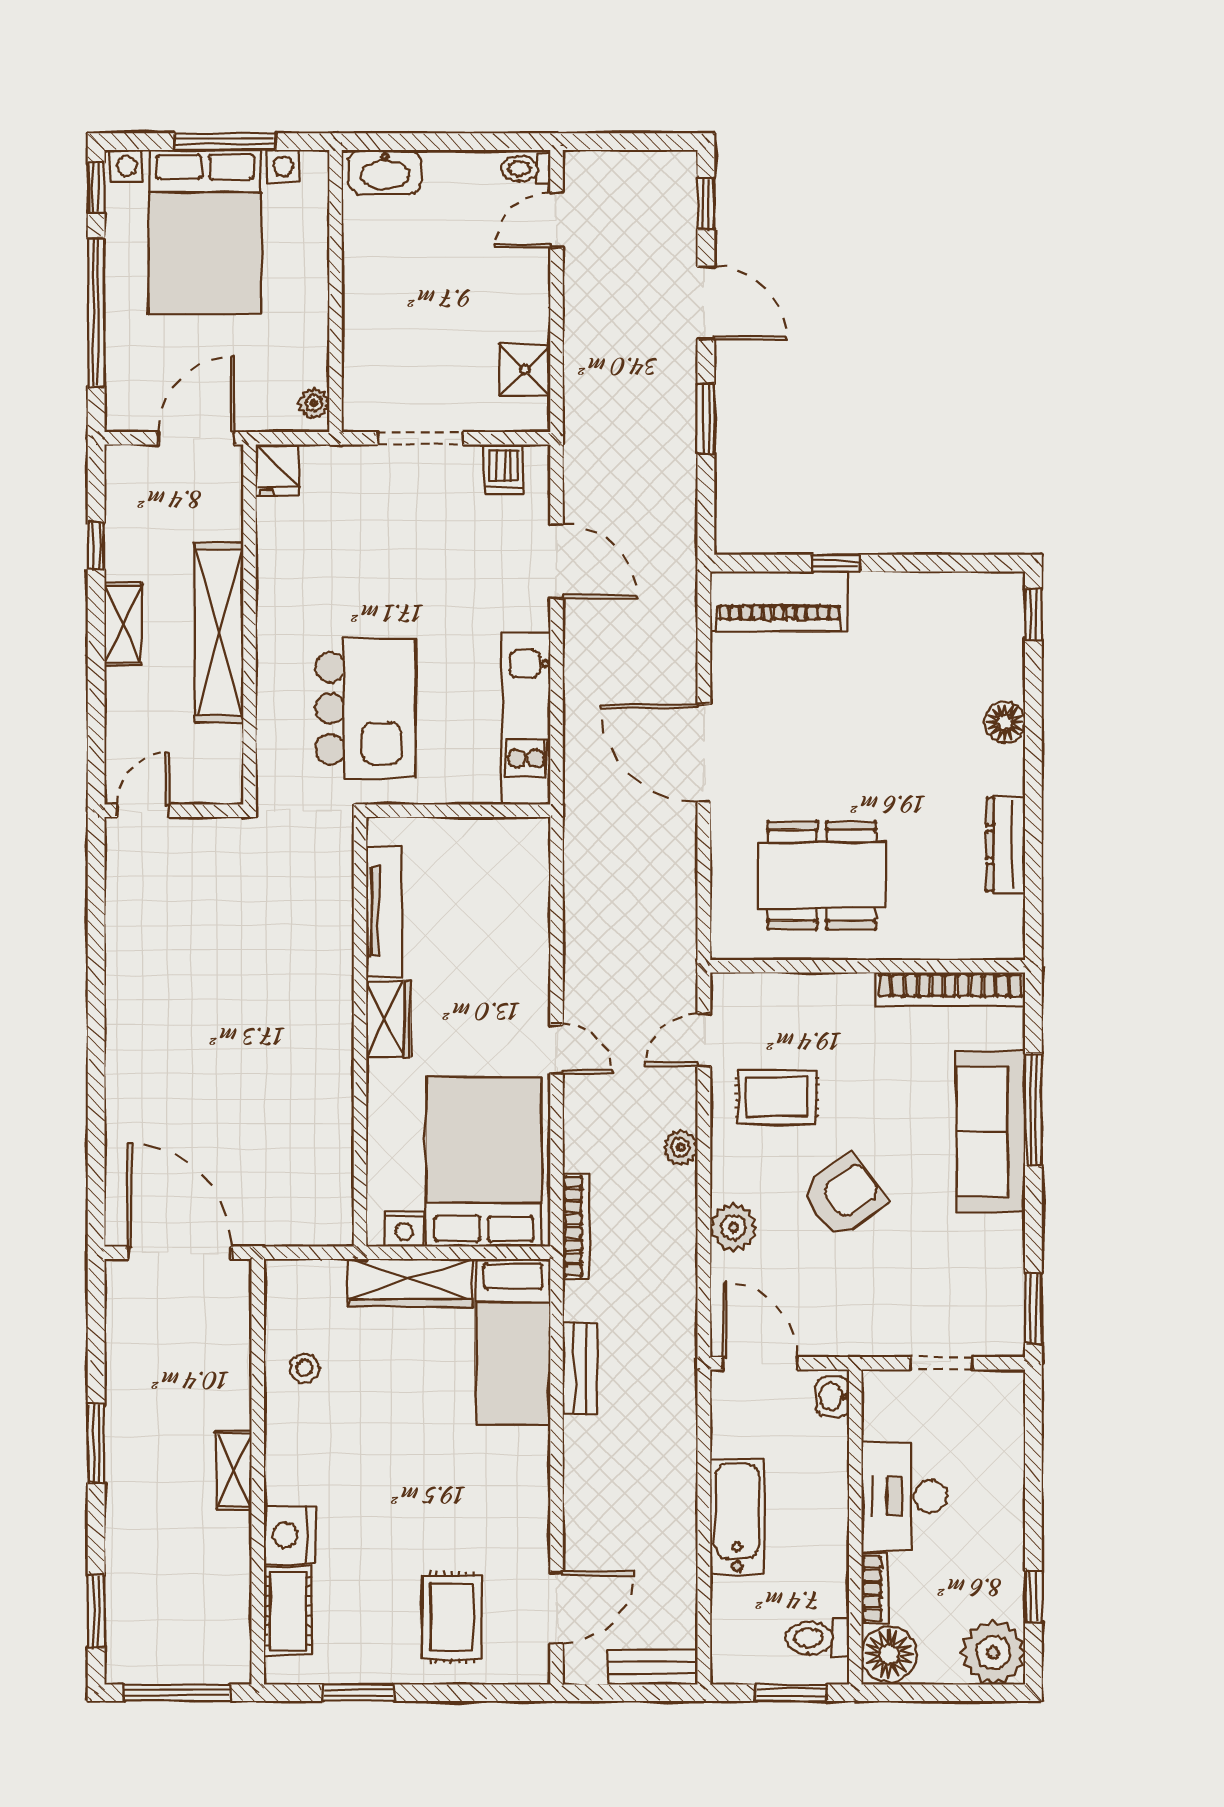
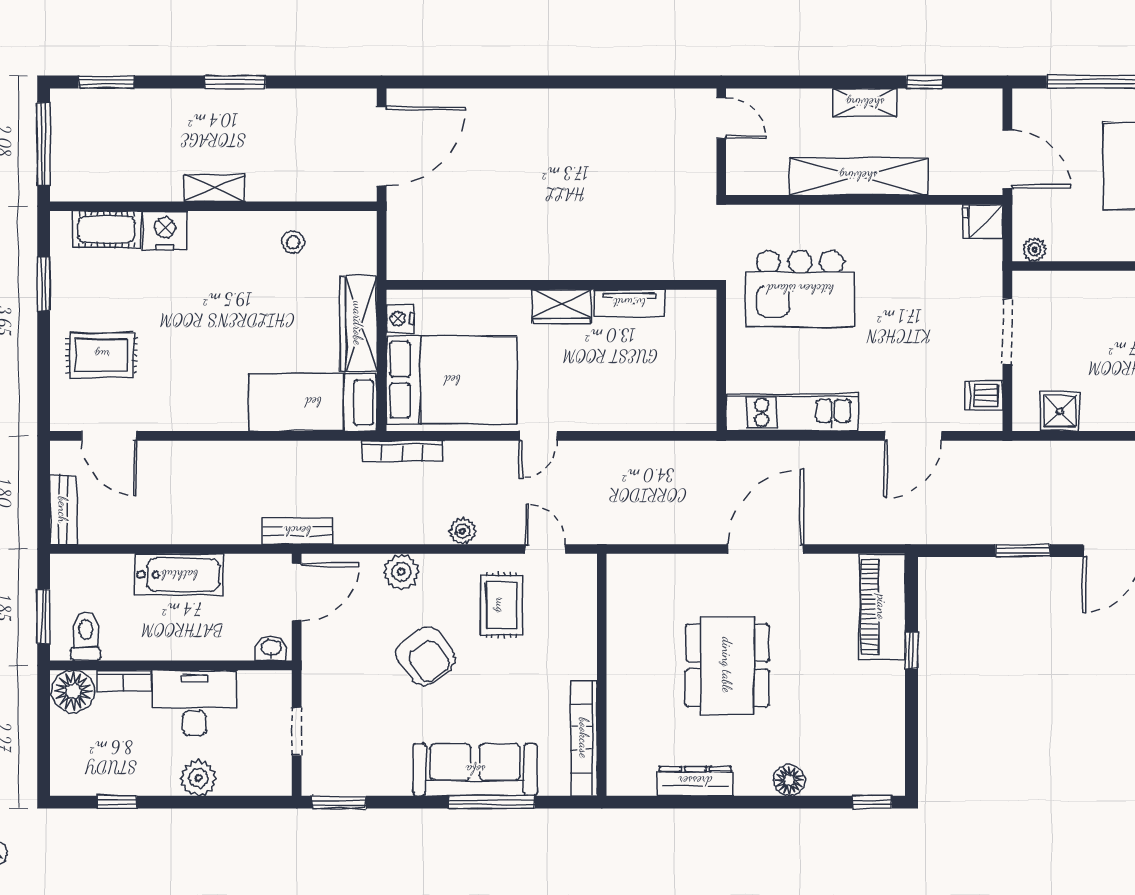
dining table: (822, 875) -> (727, 665), moved
tv unit: (384, 912) -> (629, 303), width x0.71
bench: (580, 1369) -> (297, 531), moved
plant: (993, 1653) -> (199, 778), moved, width x0.73, depth x0.73

